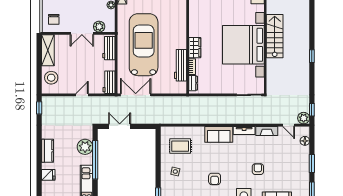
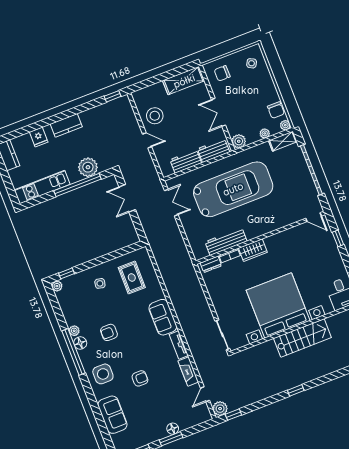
plant: (99, 27) -> (239, 141), moved
stool: (51, 78) -> (155, 116), moved
workbench: (109, 82) -> (186, 161), moved
double door: (136, 95) -> (171, 203), width x0.73
double door: (120, 126) -> (127, 198), swing flipped
floor lamp: (305, 141) -> (173, 429), moved

